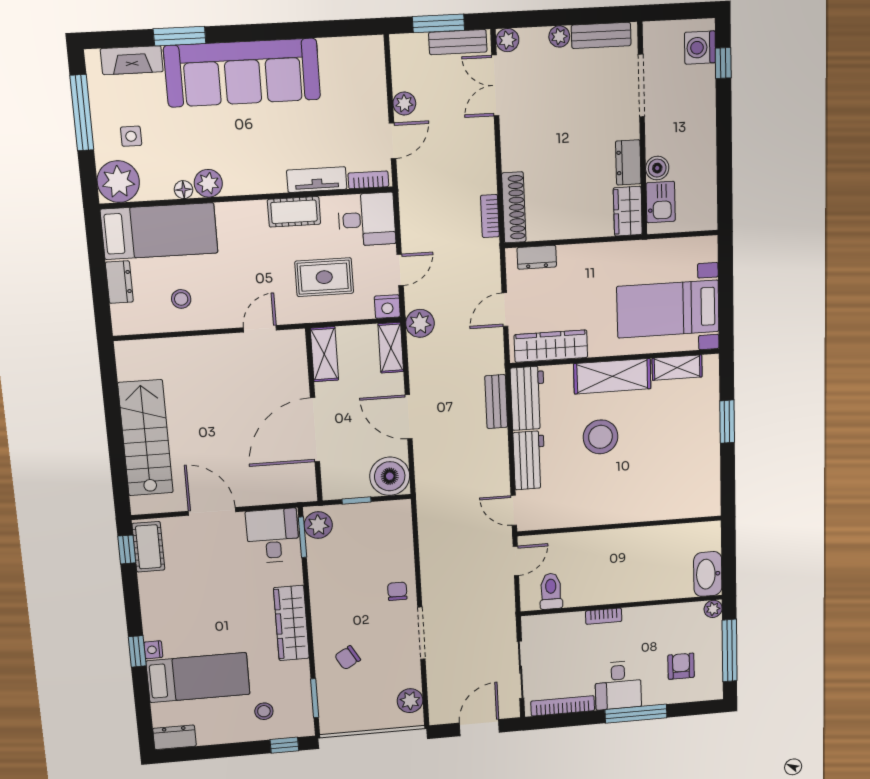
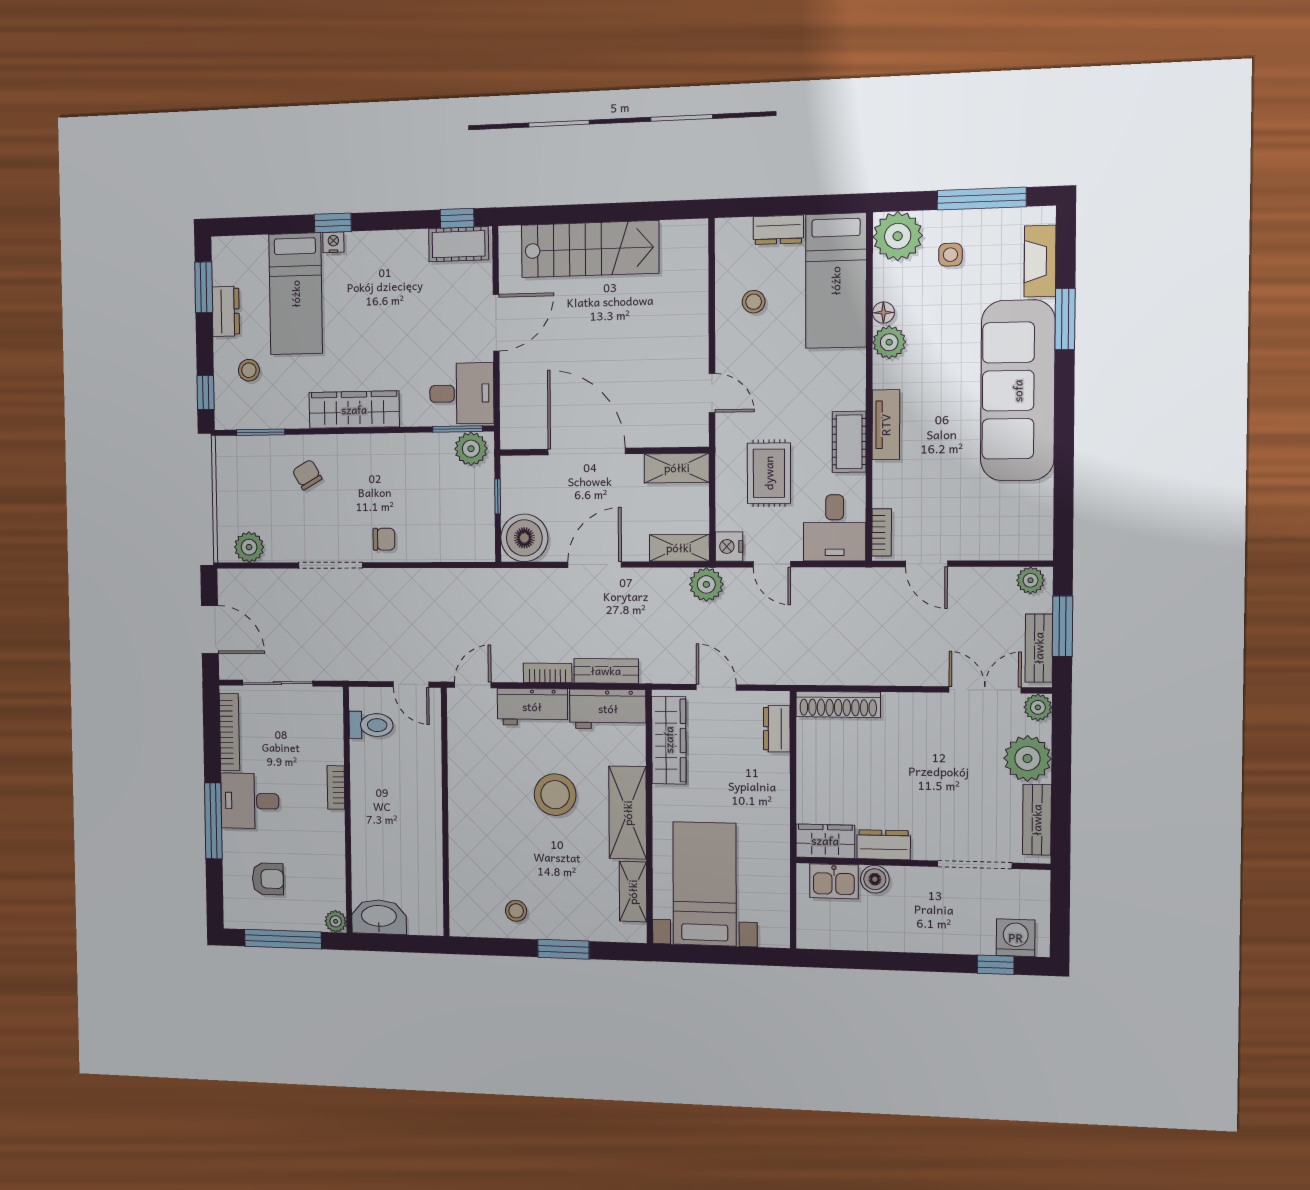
plant: (559, 36) -> (1027, 758), width x1.87, depth x1.87
plant: (404, 103) -> (1031, 580), moved
tv unit: (317, 180) -> (886, 425), moved
bookcase: (490, 216) -> (548, 673), moved
stool: (697, 462) -> (516, 911), added
dresser: (175, 737) -> (226, 311), moved
window: (197, 753) -> (204, 287), added

